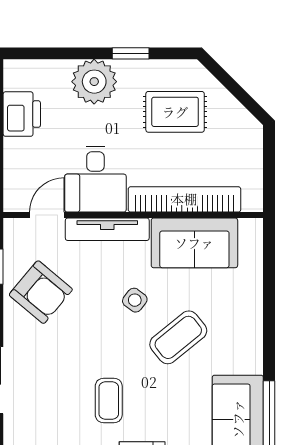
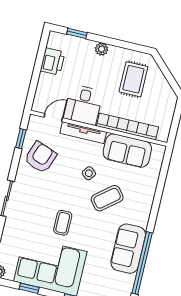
window: (131, 53) -> (77, 33), moved
plant: (94, 82) -> (102, 49), width x0.53, depth x0.53
rug: (175, 112) -> (133, 79), turned 90
armchair: (41, 292) -> (40, 157), turned -110

